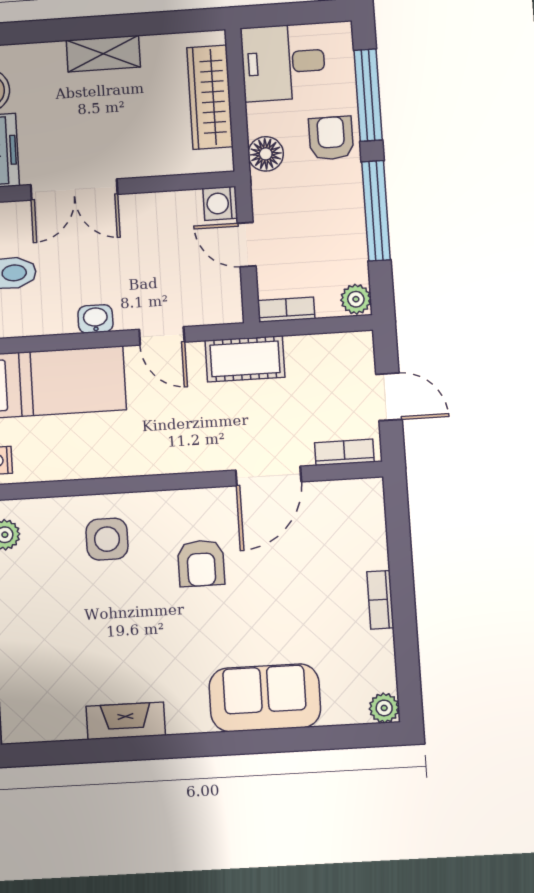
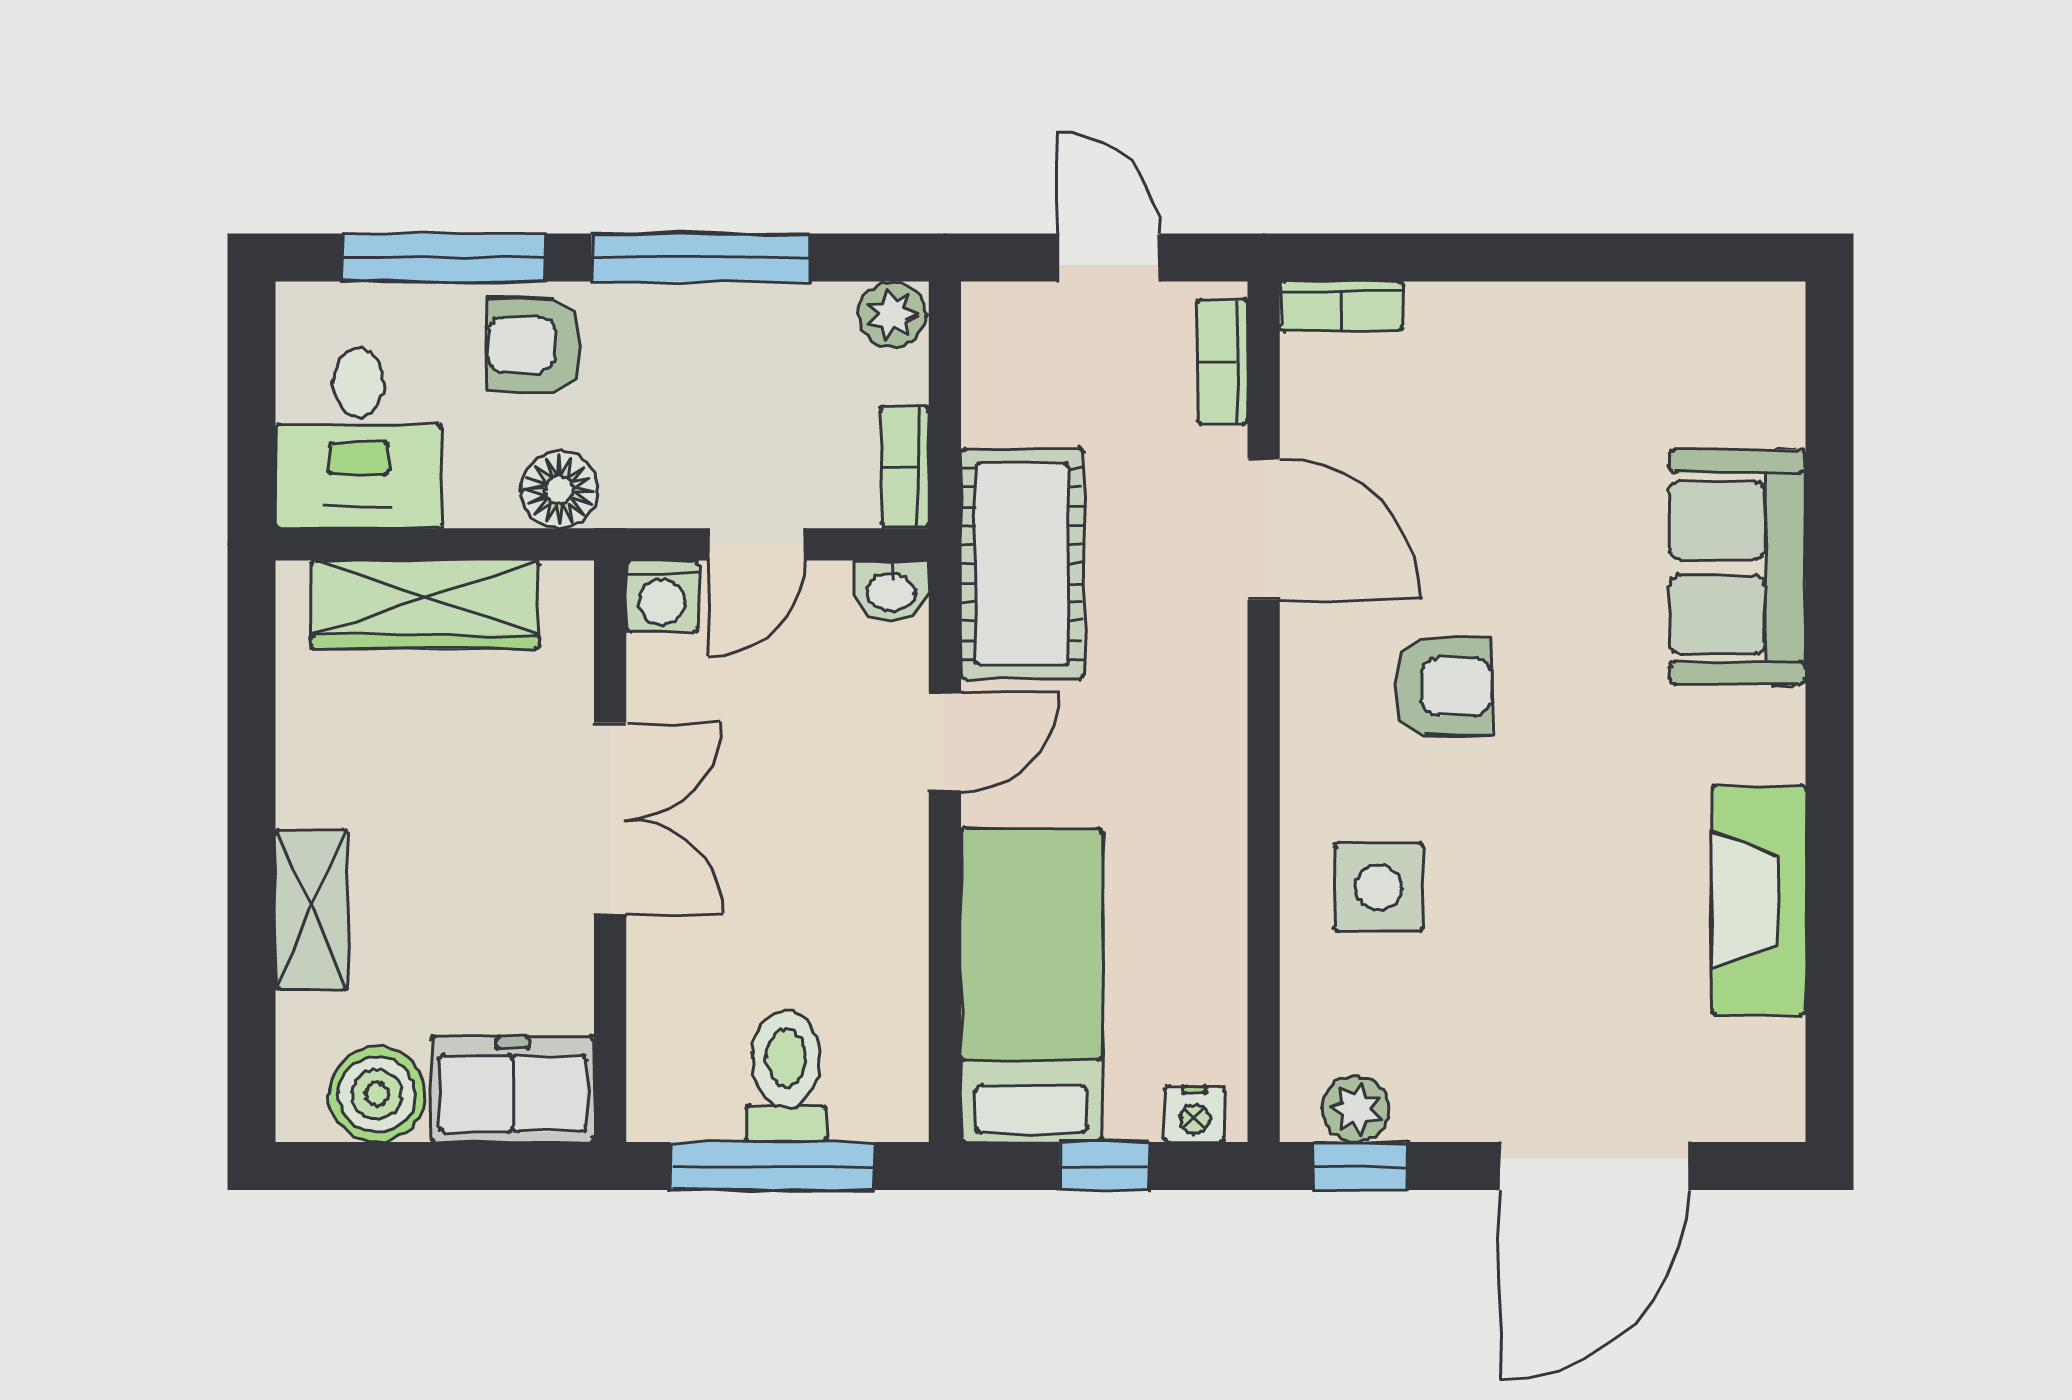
shelving: (103, 54) -> (312, 909), moved
double door: (74, 190) -> (610, 819), moved
washbasin: (95, 319) -> (891, 591), moved, turned -90
cot: (245, 359) -> (1022, 564), width x1.37, depth x1.34
door: (389, 397) -> (1109, 258), hinge flipped
bookcase: (380, 600) -> (1341, 306), moved
plant: (384, 708) -> (1773, 314), removed
fireplace: (126, 721) -> (1758, 900), width x1.37, depth x1.32

